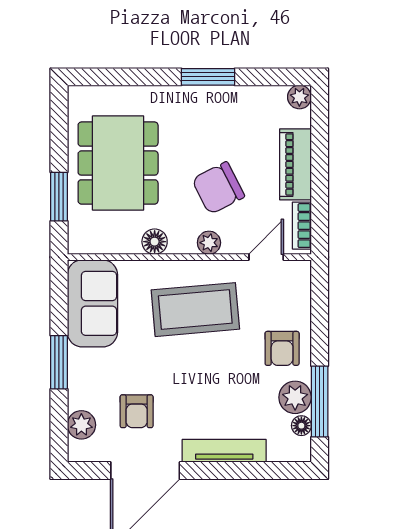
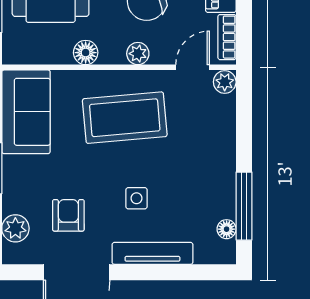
armchair: (282, 348) -> (208, 155), removed
side table: (208, 393) -> (136, 198), added
plant: (295, 397) -> (225, 82), moved, width x0.73, depth x0.73
armchair: (137, 411) -> (68, 215), turned 180

